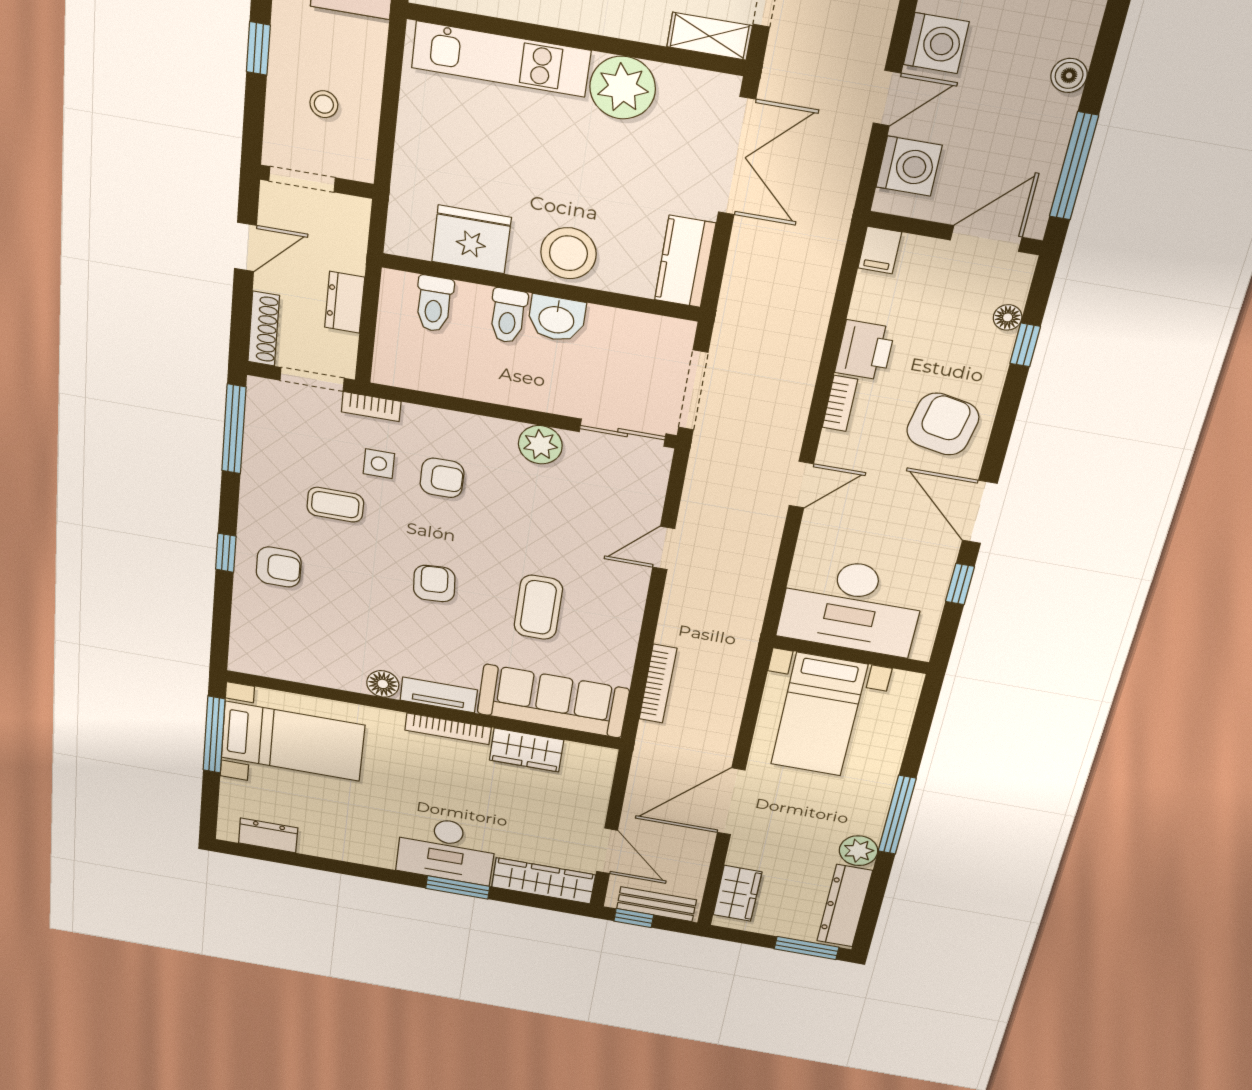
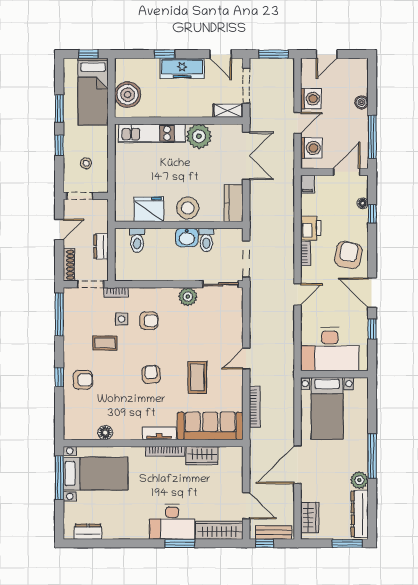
toilet: (508, 316) -> (206, 240), moved
door: (664, 548) -> (246, 359), moved
floor lamp: (383, 684) -> (105, 433), moved

